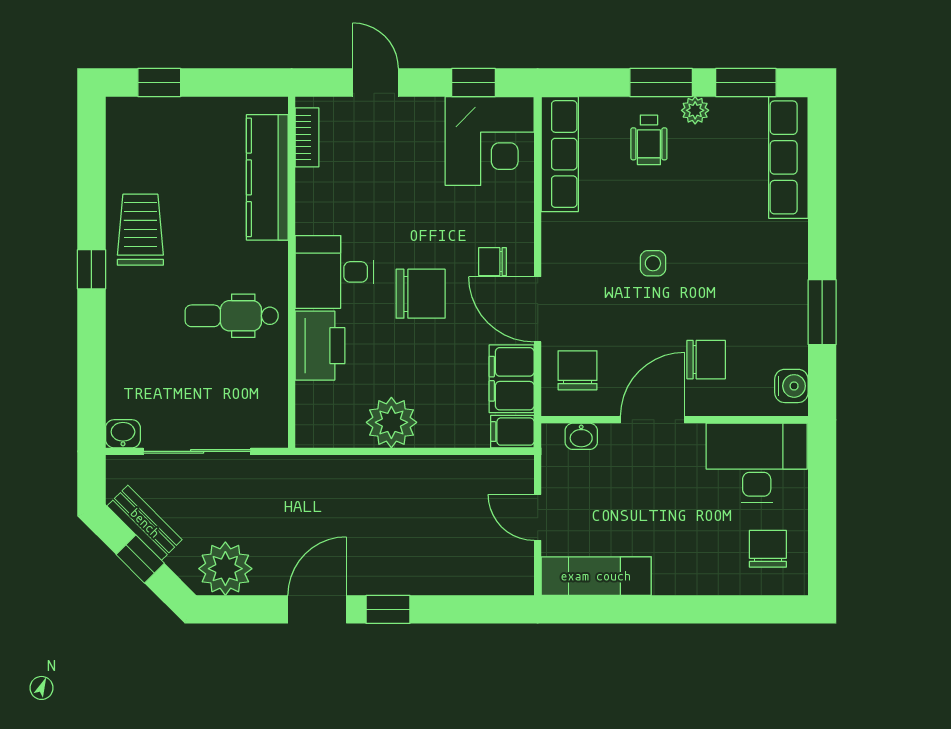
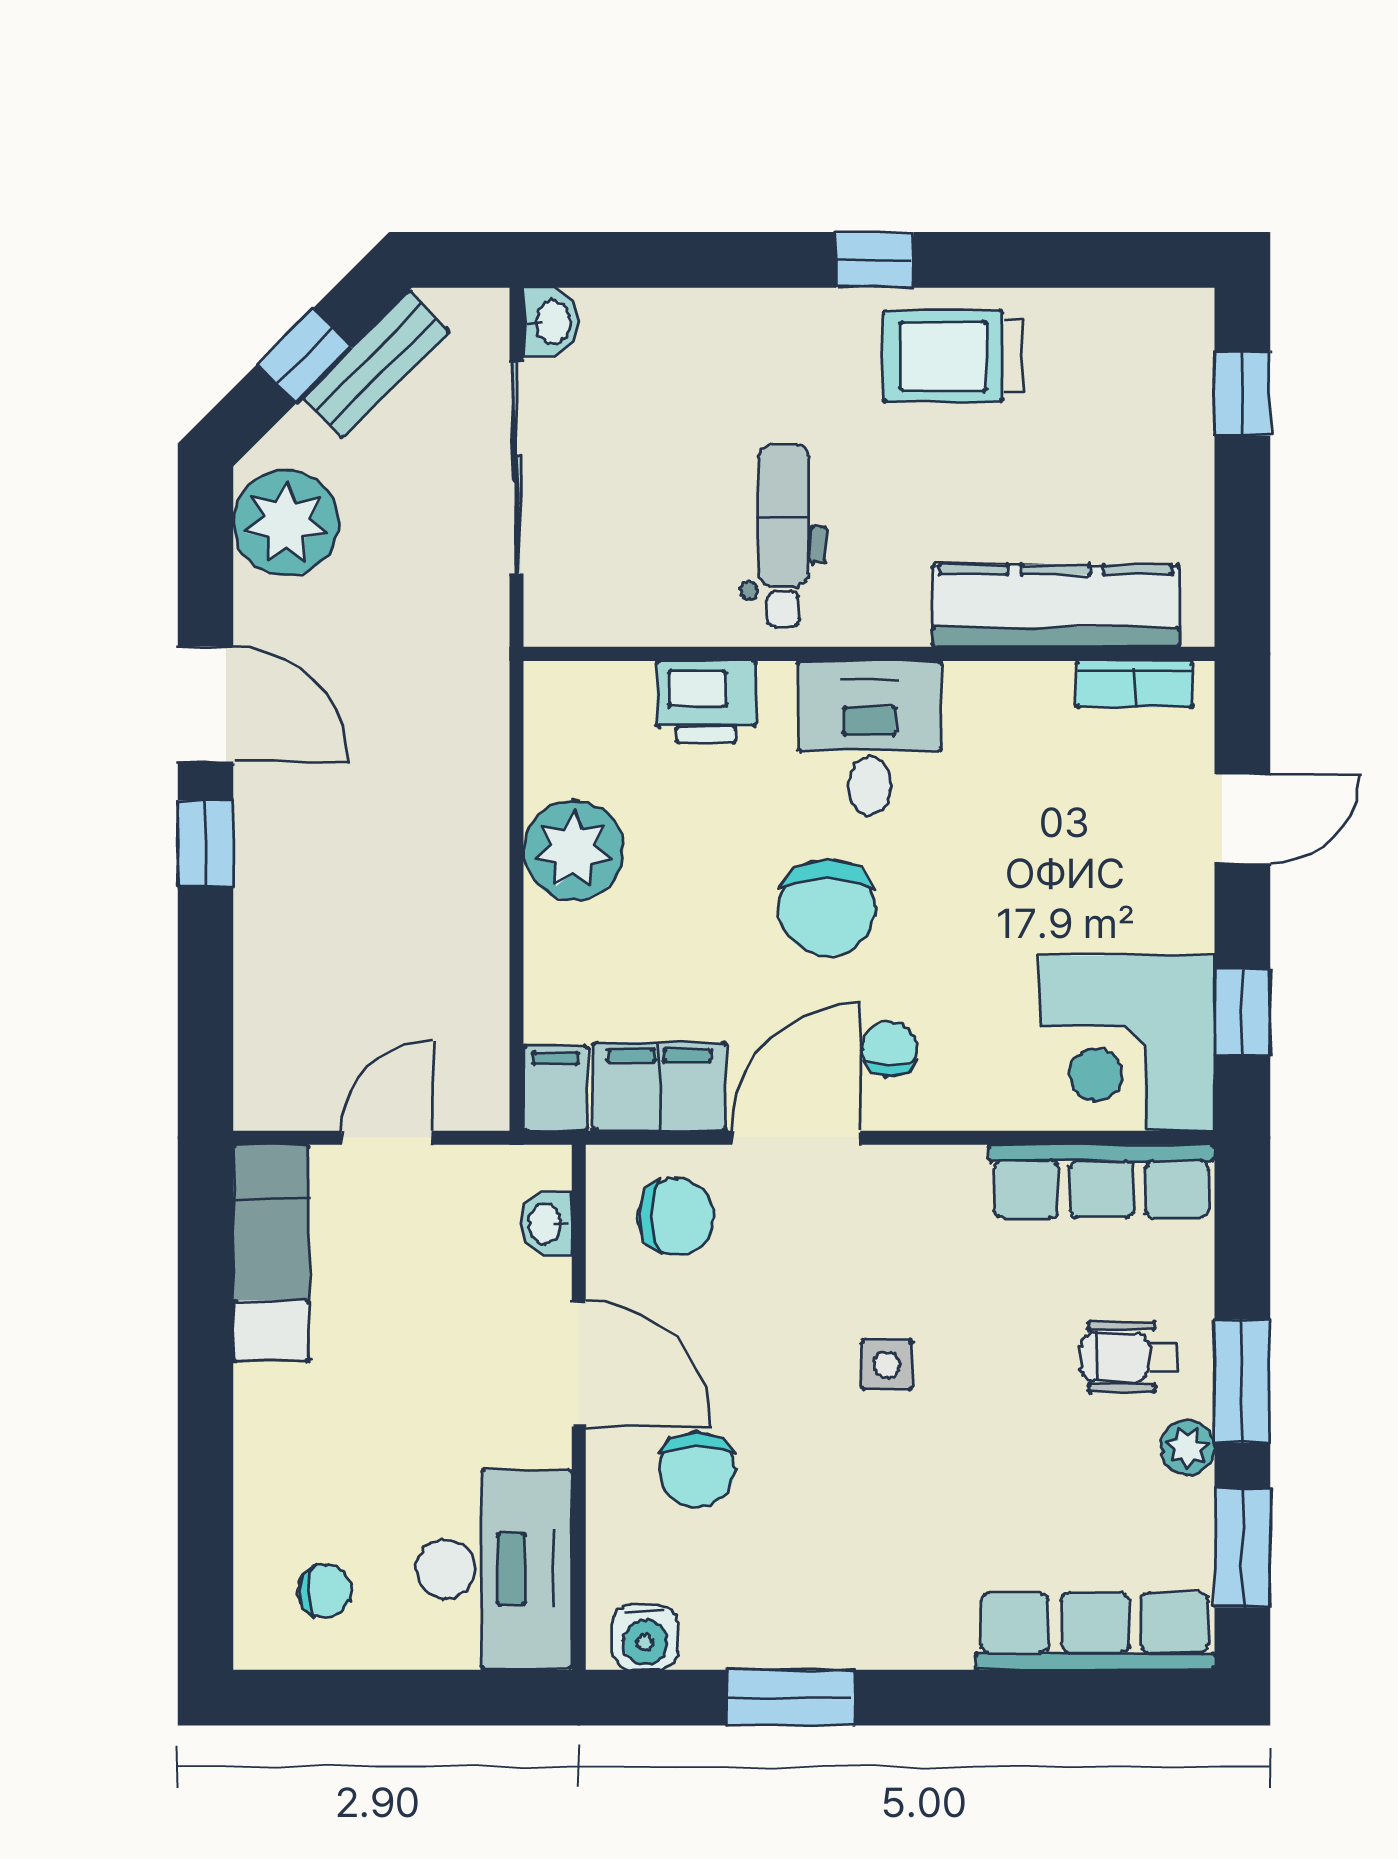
trolley: (140, 230) -> (953, 356), turned 180
printer: (320, 346) -> (706, 702), width x0.73, depth x0.84
chair: (768, 549) -> (325, 1591), width x0.73, depth x0.73

